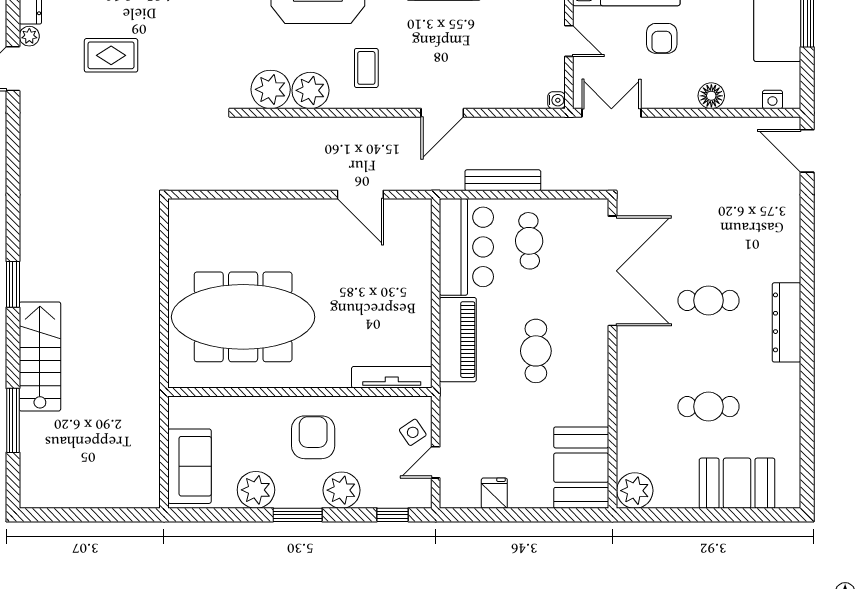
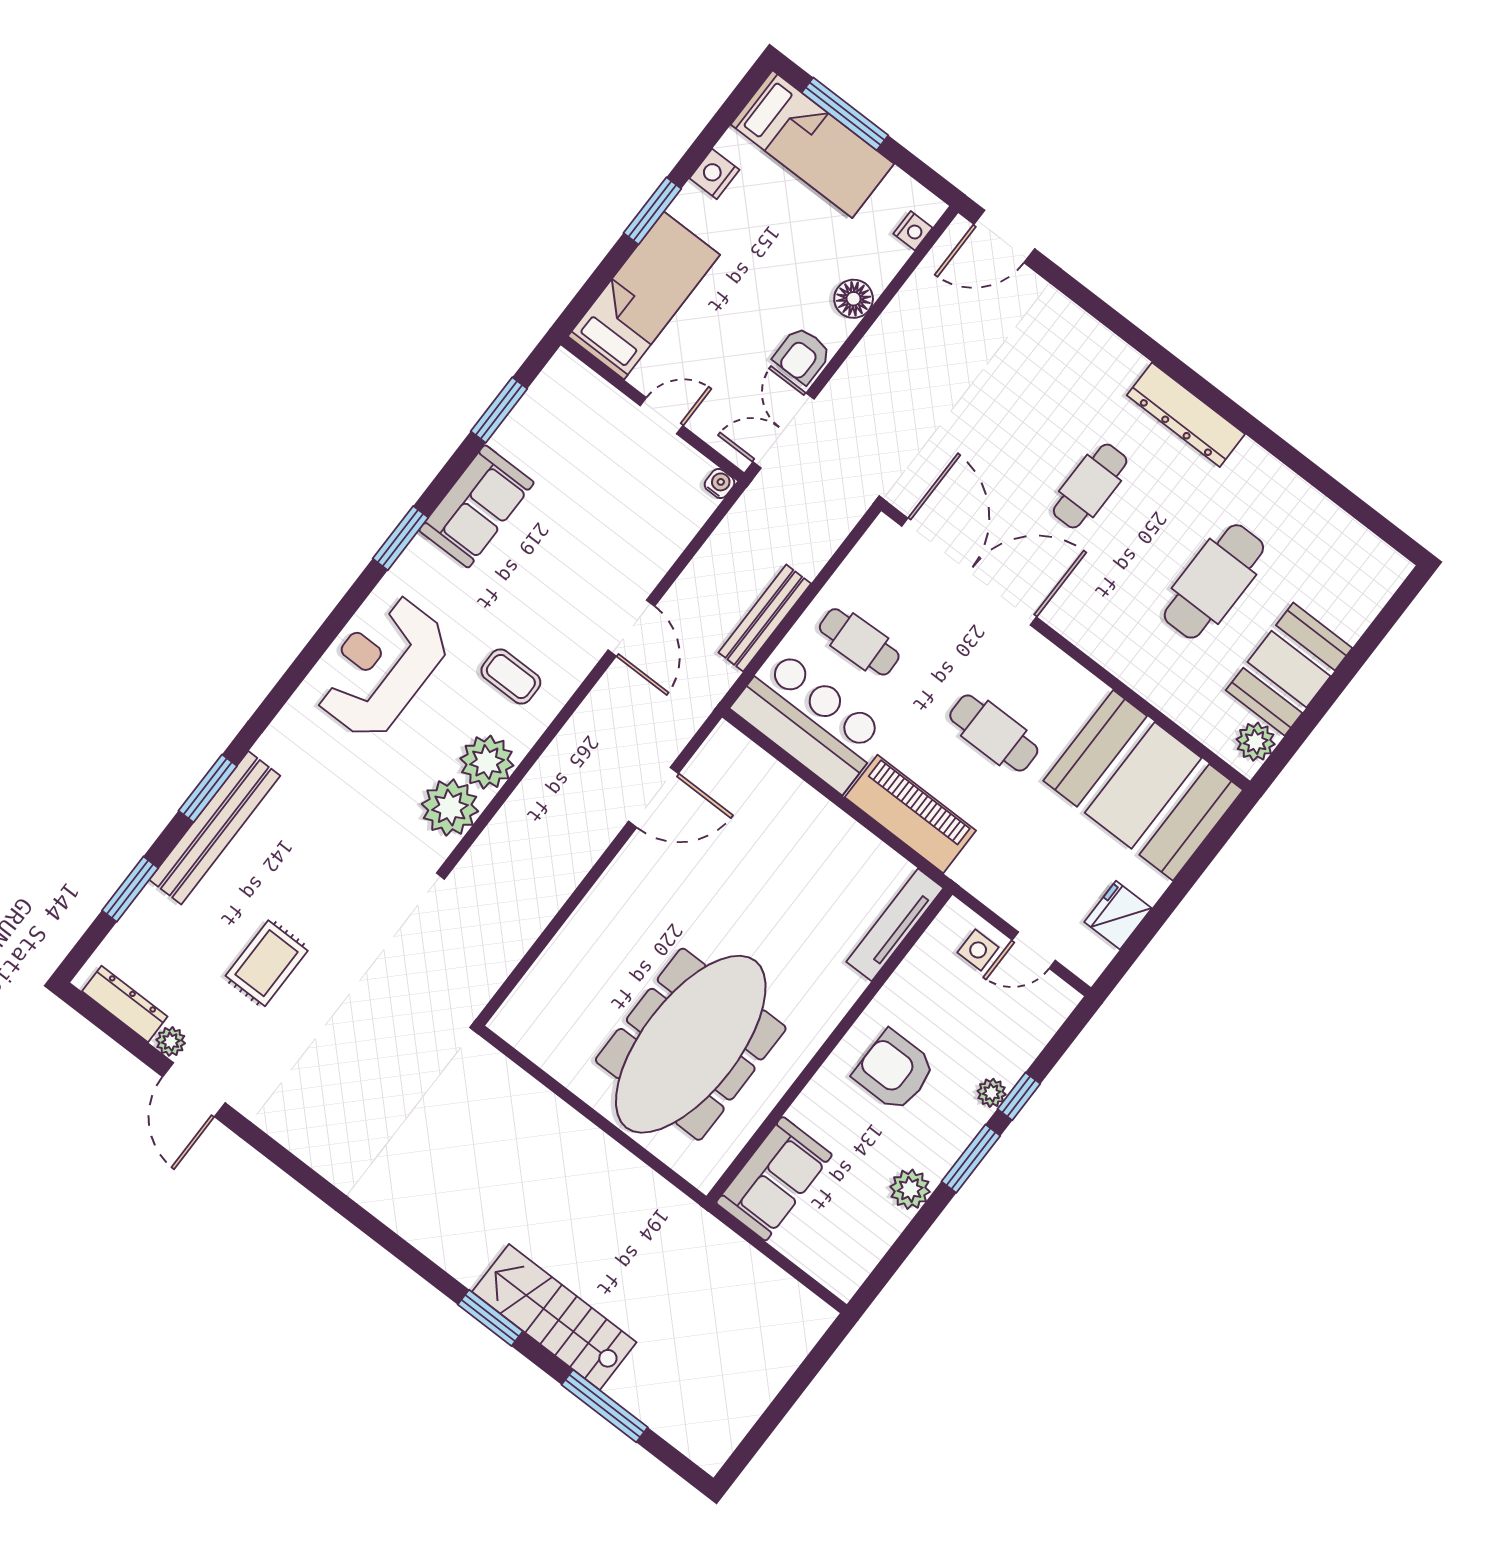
armchair: (662, 38) -> (802, 355), moved, turned 90
window: (13, 284) -> (490, 1318), moved
cafe table: (709, 407) -> (1214, 581), width x1.37, depth x1.35
side table: (413, 432) -> (978, 950), turned 34
door: (436, 462) -> (1034, 950), hinge flipped
sofa: (190, 466) -> (774, 1179), moved, turned 90
booth: (581, 468) -> (1143, 785), width x1.36, depth x1.42
booth: (737, 483) -> (1289, 669), moved
plant: (256, 490) -> (910, 1189), width x0.73, depth x0.73
plant: (342, 490) -> (992, 1093), width x0.53, depth x0.53
plant: (635, 491) -> (1256, 742), width x0.73, depth x0.73
fridge: (494, 493) -> (1118, 915), width x1.38
window: (393, 515) -> (1019, 1096), moved

